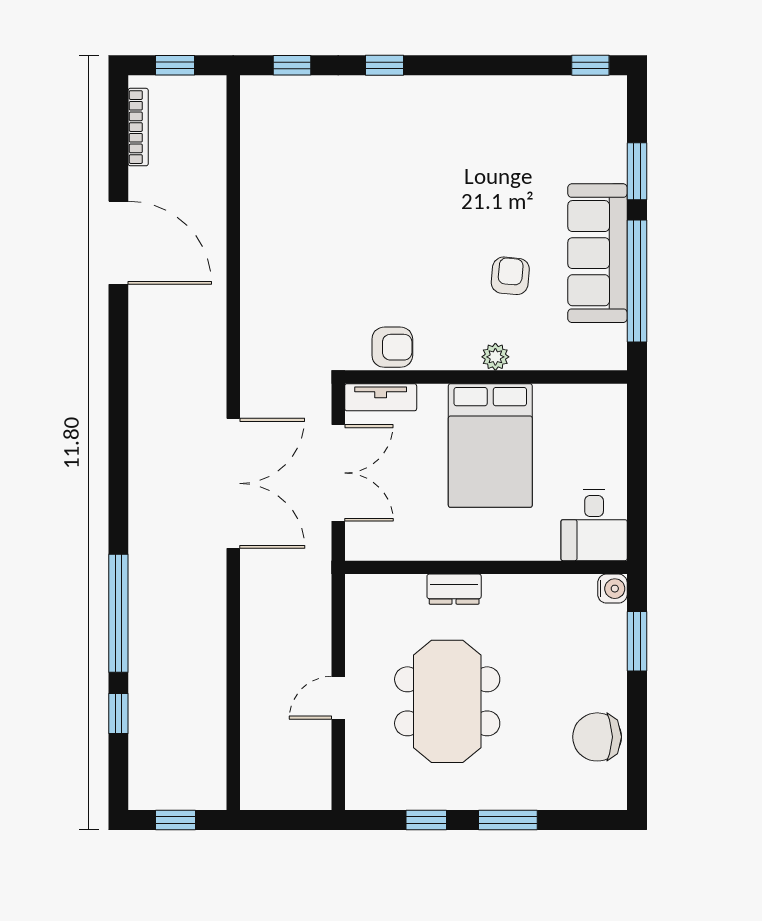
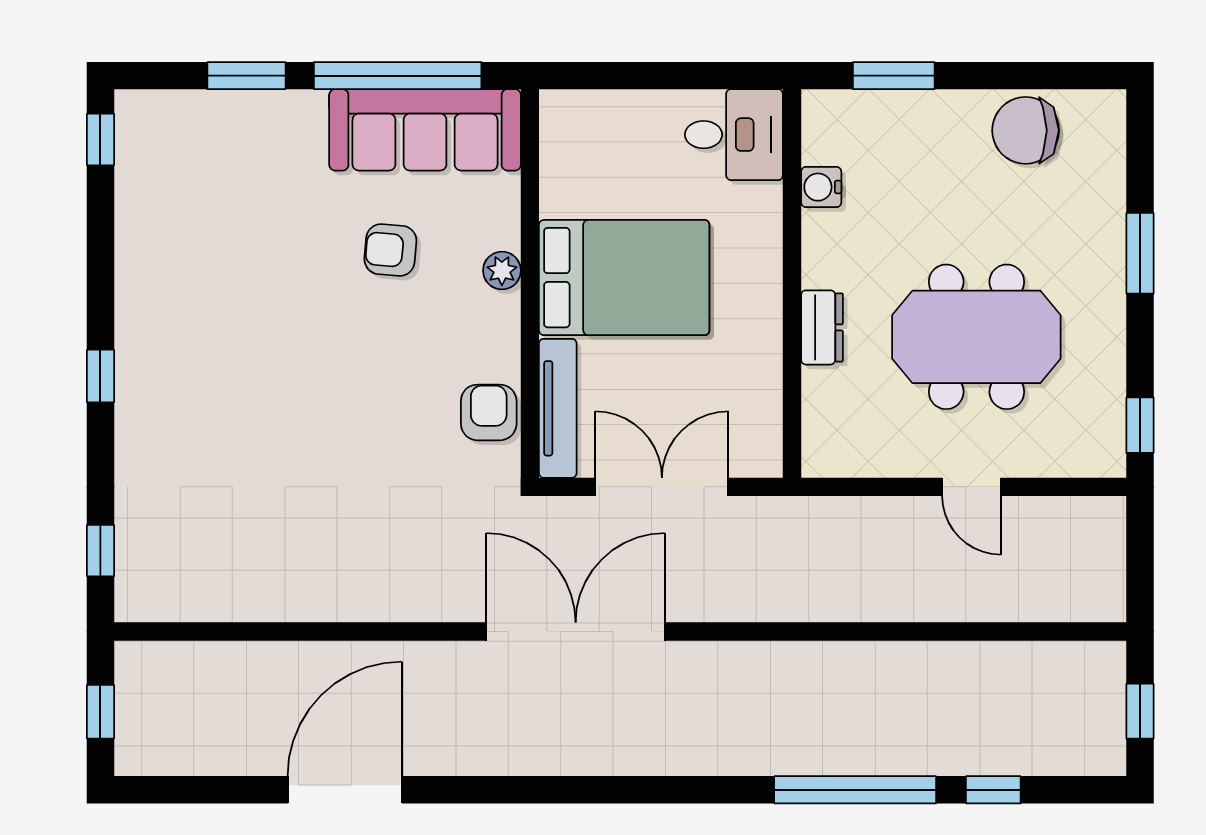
window: (385, 65) -> (100, 376), moved
bookcase: (138, 127) -> (186, 762), removed
sofa: (598, 253) -> (425, 130), moved
tv unit: (381, 397) -> (558, 408), width x1.41
double door: (233, 483) -> (576, 632), moved
water cooler: (612, 589) -> (821, 187), moved, turned -90
chair: (597, 737) -> (1026, 130), turned 90
window: (426, 820) -> (1140, 425), moved

